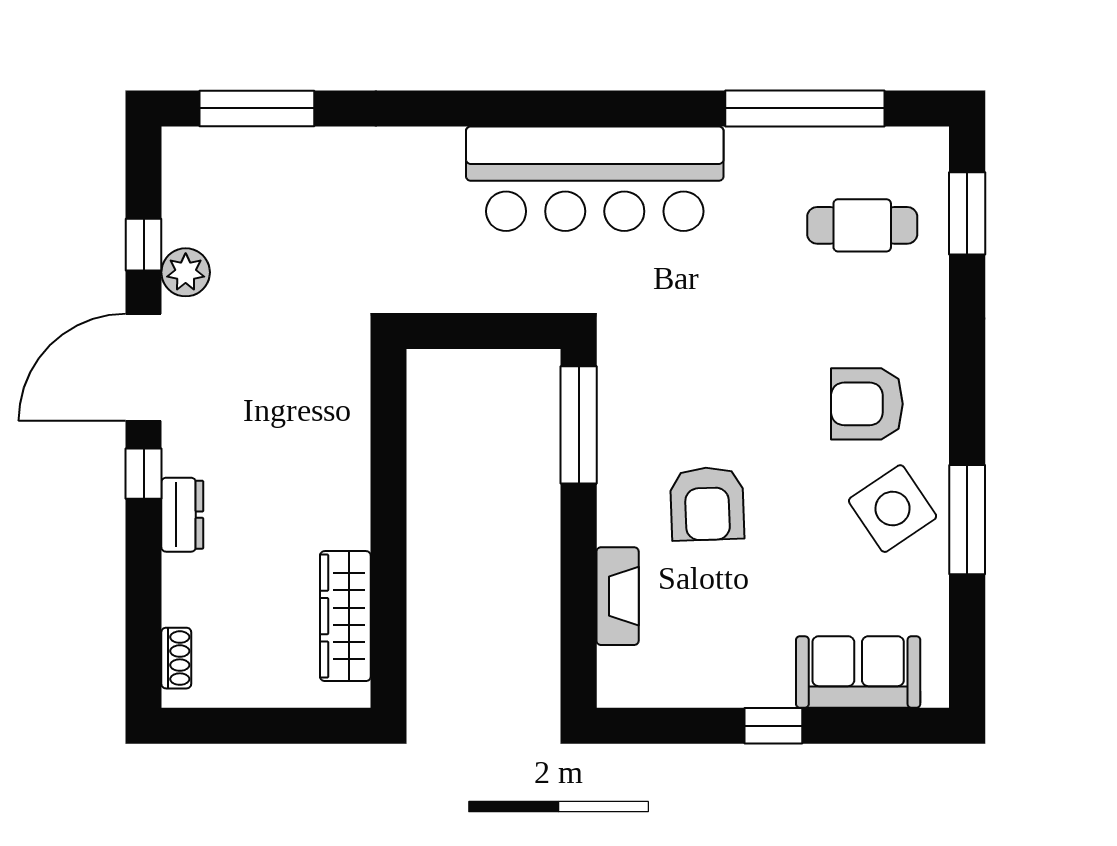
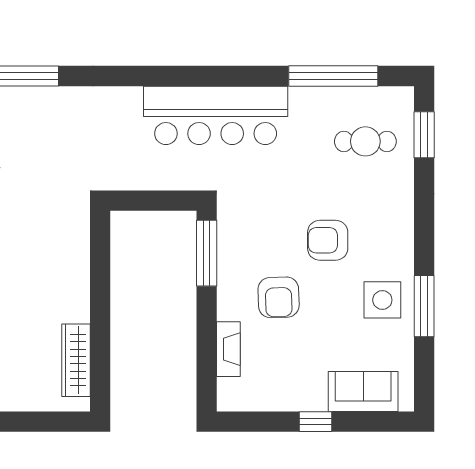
armchair: (867, 404) -> (328, 240), moved
side table: (893, 509) -> (382, 300), turned 34

